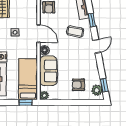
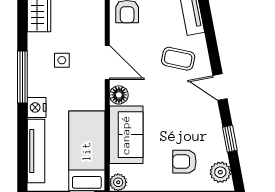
window: (92, 20) -> (210, 36), removed
door: (97, 46) -> (220, 87), swing flipped
window: (104, 85) -> (230, 139), moved

